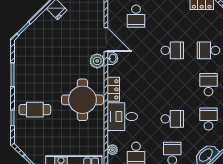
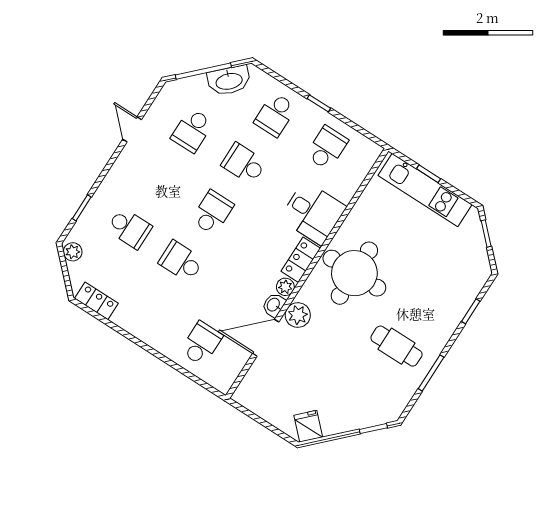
door: (106, 39) -> (266, 338), hinge flipped
school desk: (208, 85) -> (212, 212), moved, turned 180
cafe table: (35, 110) -> (396, 346), moved
plant: (112, 150) -> (285, 287), moved

